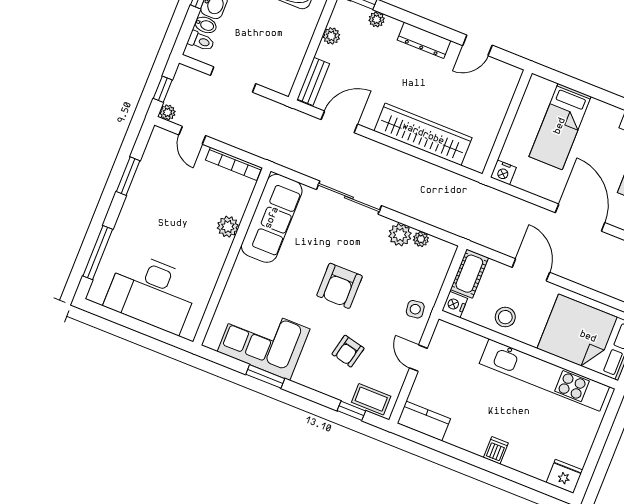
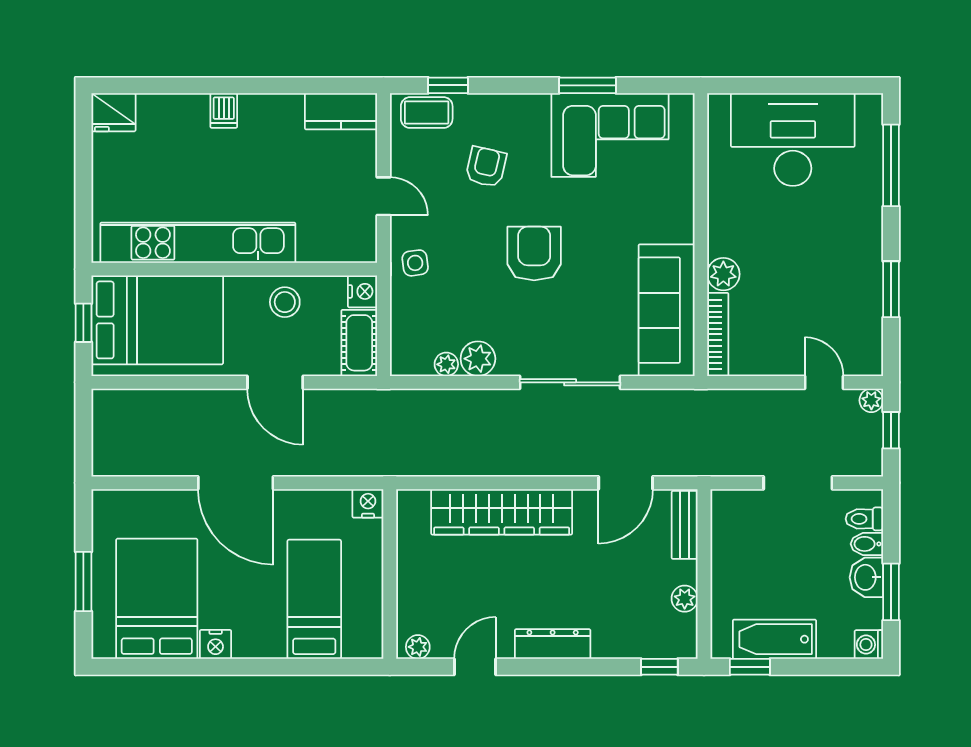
plant: (377, 19) -> (418, 647), moved
bookcase: (234, 164) -> (718, 334), moved, turned 90

